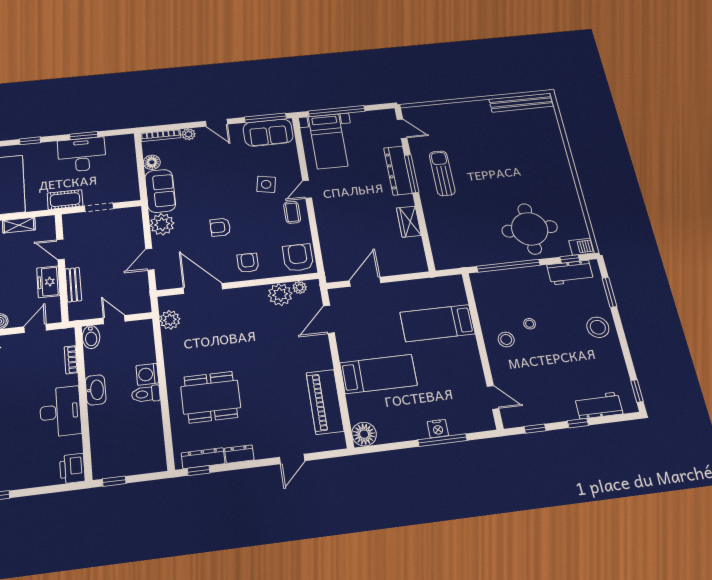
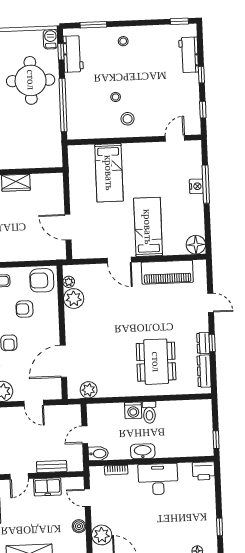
armchair: (248, 263) -> (25, 309), moved
door: (329, 319) -> (119, 260), moved
stool: (598, 327) -> (123, 41), width x0.53, depth x0.53
window: (199, 471) -> (212, 343), moved

